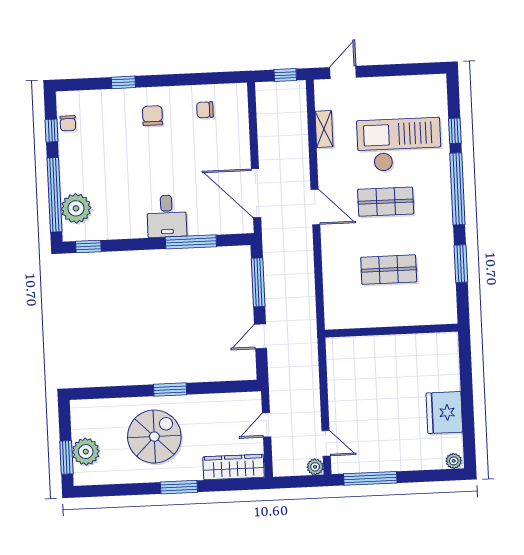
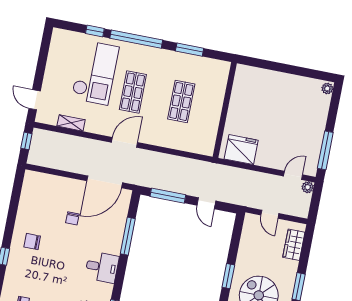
chair: (205, 110) -> (72, 218), moved
checkout: (399, 145) -> (95, 73), turned 180
desk: (167, 216) -> (102, 267), moved
fridge: (444, 413) -> (241, 150), moved, turned 180
wardrobe: (234, 467) -> (294, 245), width x0.67

